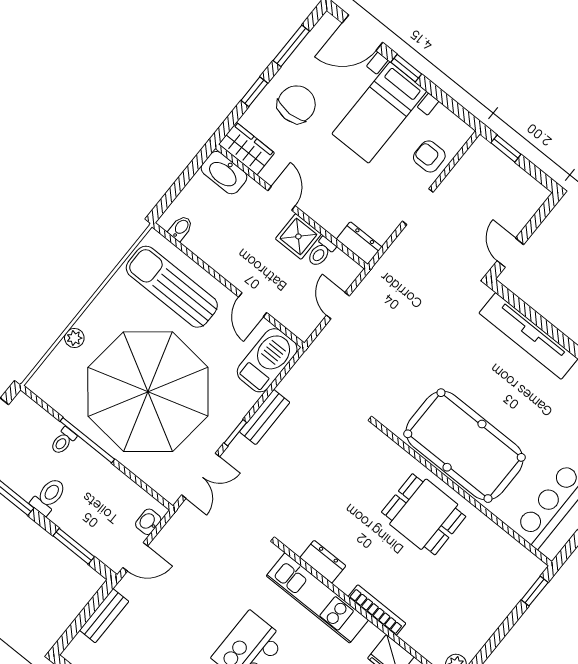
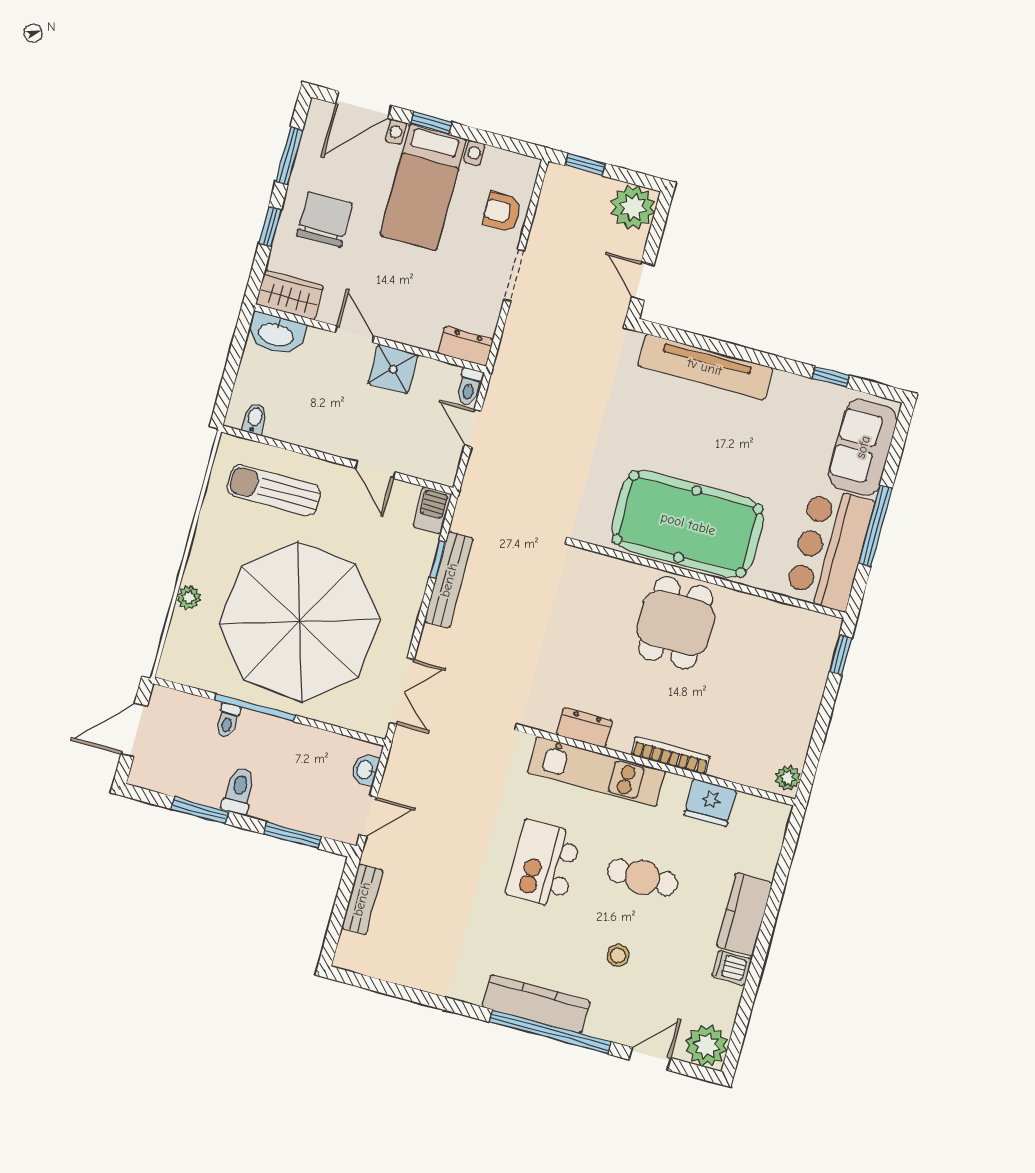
plant: (527, 195) -> (633, 207), added
toilet: (321, 252) -> (469, 387), moved
sun lounger: (172, 287) -> (274, 490), width x0.73, depth x0.75
barbecue: (267, 360) -> (432, 510), width x0.53, depth x0.65
bench: (265, 417) -> (449, 580), width x1.36
window: (235, 433) -> (438, 559), moved
dining table: (424, 514) -> (676, 623), turned 90

